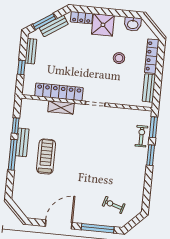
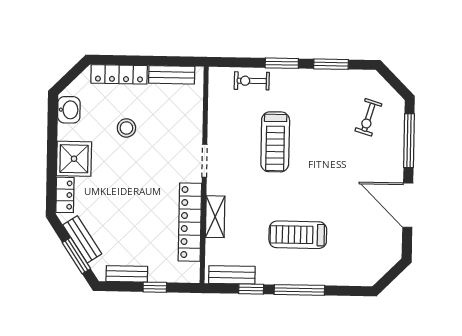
window: (153, 127) -> (331, 64), moved
bench: (22, 142) -> (232, 275), moved
treadmill: (103, 147) -> (275, 142), added

